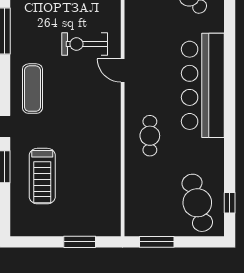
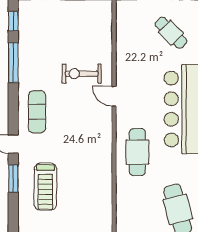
cafe table: (150, 136) -> (137, 152), width x1.37, depth x1.35

